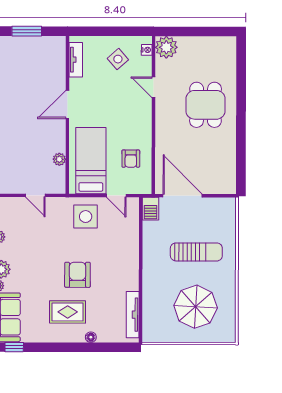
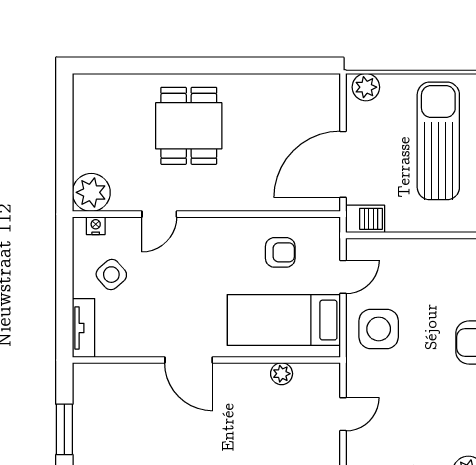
tv unit: (76, 60) -> (84, 328), moved, turned 90
dining table: (205, 105) -> (189, 126), turned 90
plant: (228, 209) -> (366, 87), added
sun lounger: (196, 252) -> (438, 141), width x1.36, depth x1.34

